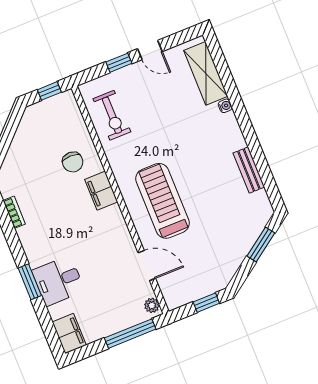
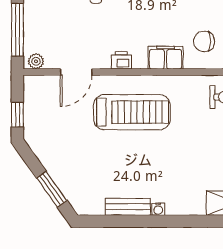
water cooler: (225, 106) -> (158, 209), moved
printer: (120, 229) -> (121, 60), added

